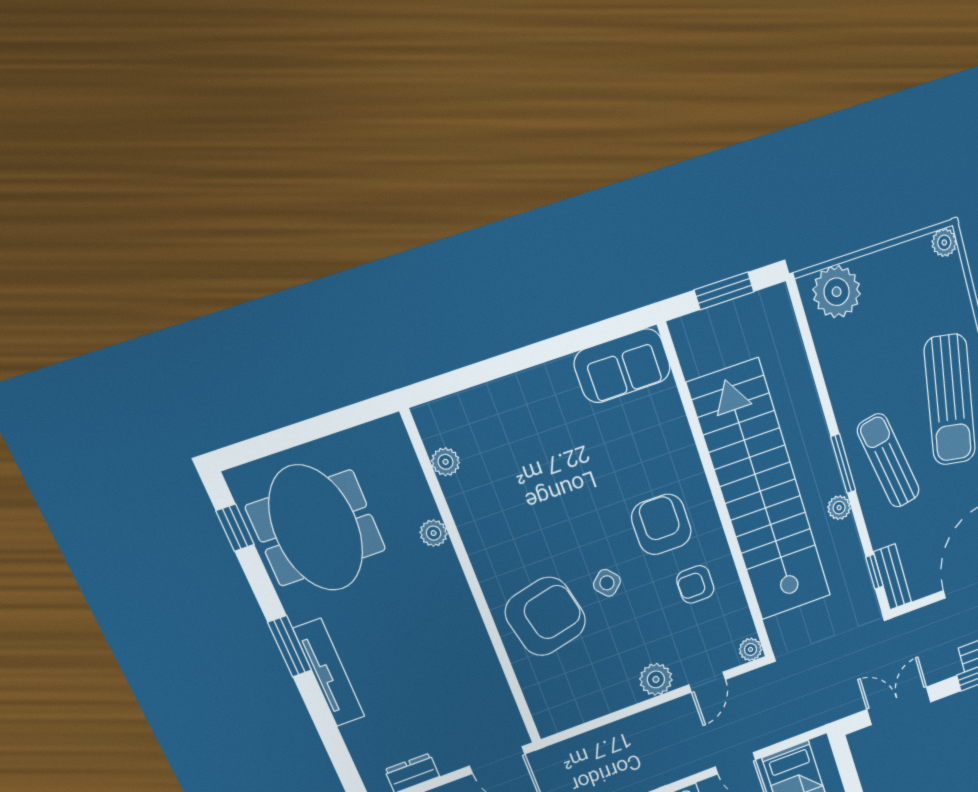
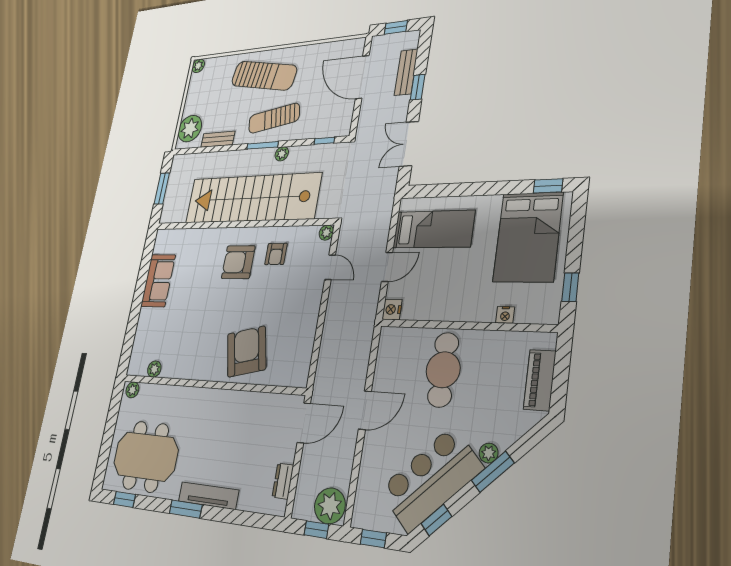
sofa: (622, 366) -> (158, 281), moved
plant: (434, 533) -> (132, 390), moved
bench: (893, 577) -> (218, 139), moved
side table: (607, 583) -> (249, 307), removed
plant: (656, 679) -> (312, 299), removed

